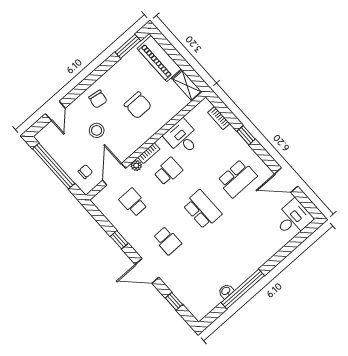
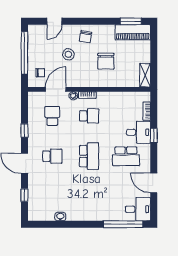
piano: (159, 59) -> (133, 32), moved, turned -90
desk: (182, 138) -> (138, 132), moved, turned 90
school desk: (167, 241) -> (52, 156), turned -90
window: (243, 289) -> (123, 224), moved

